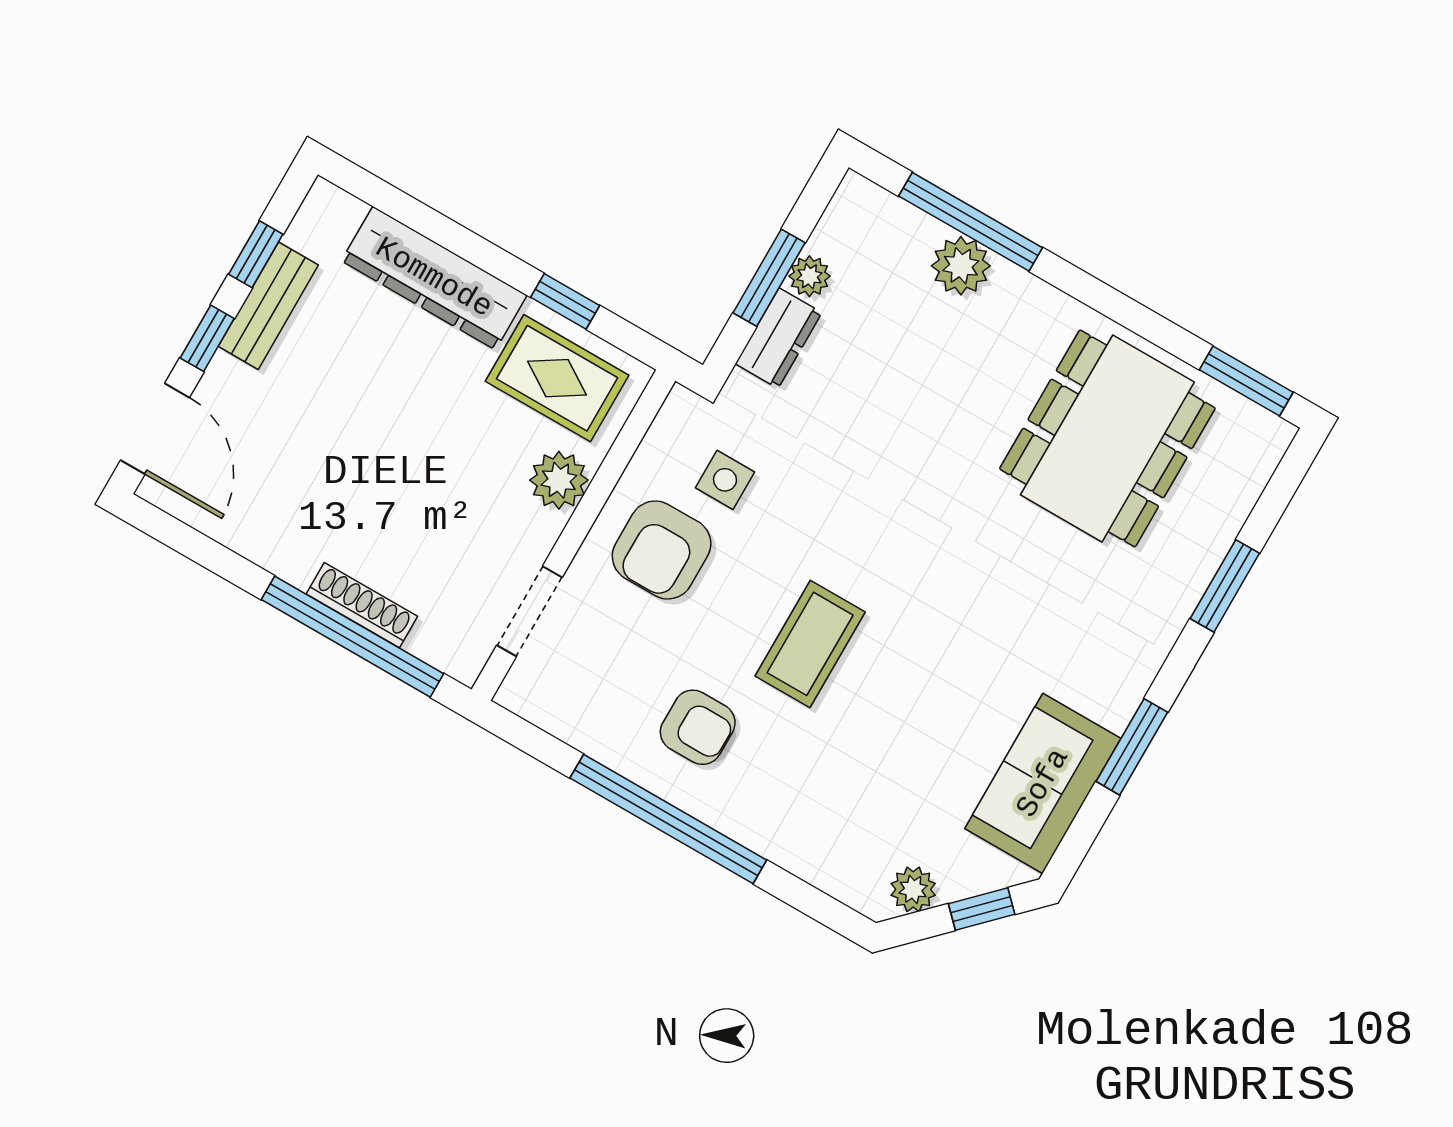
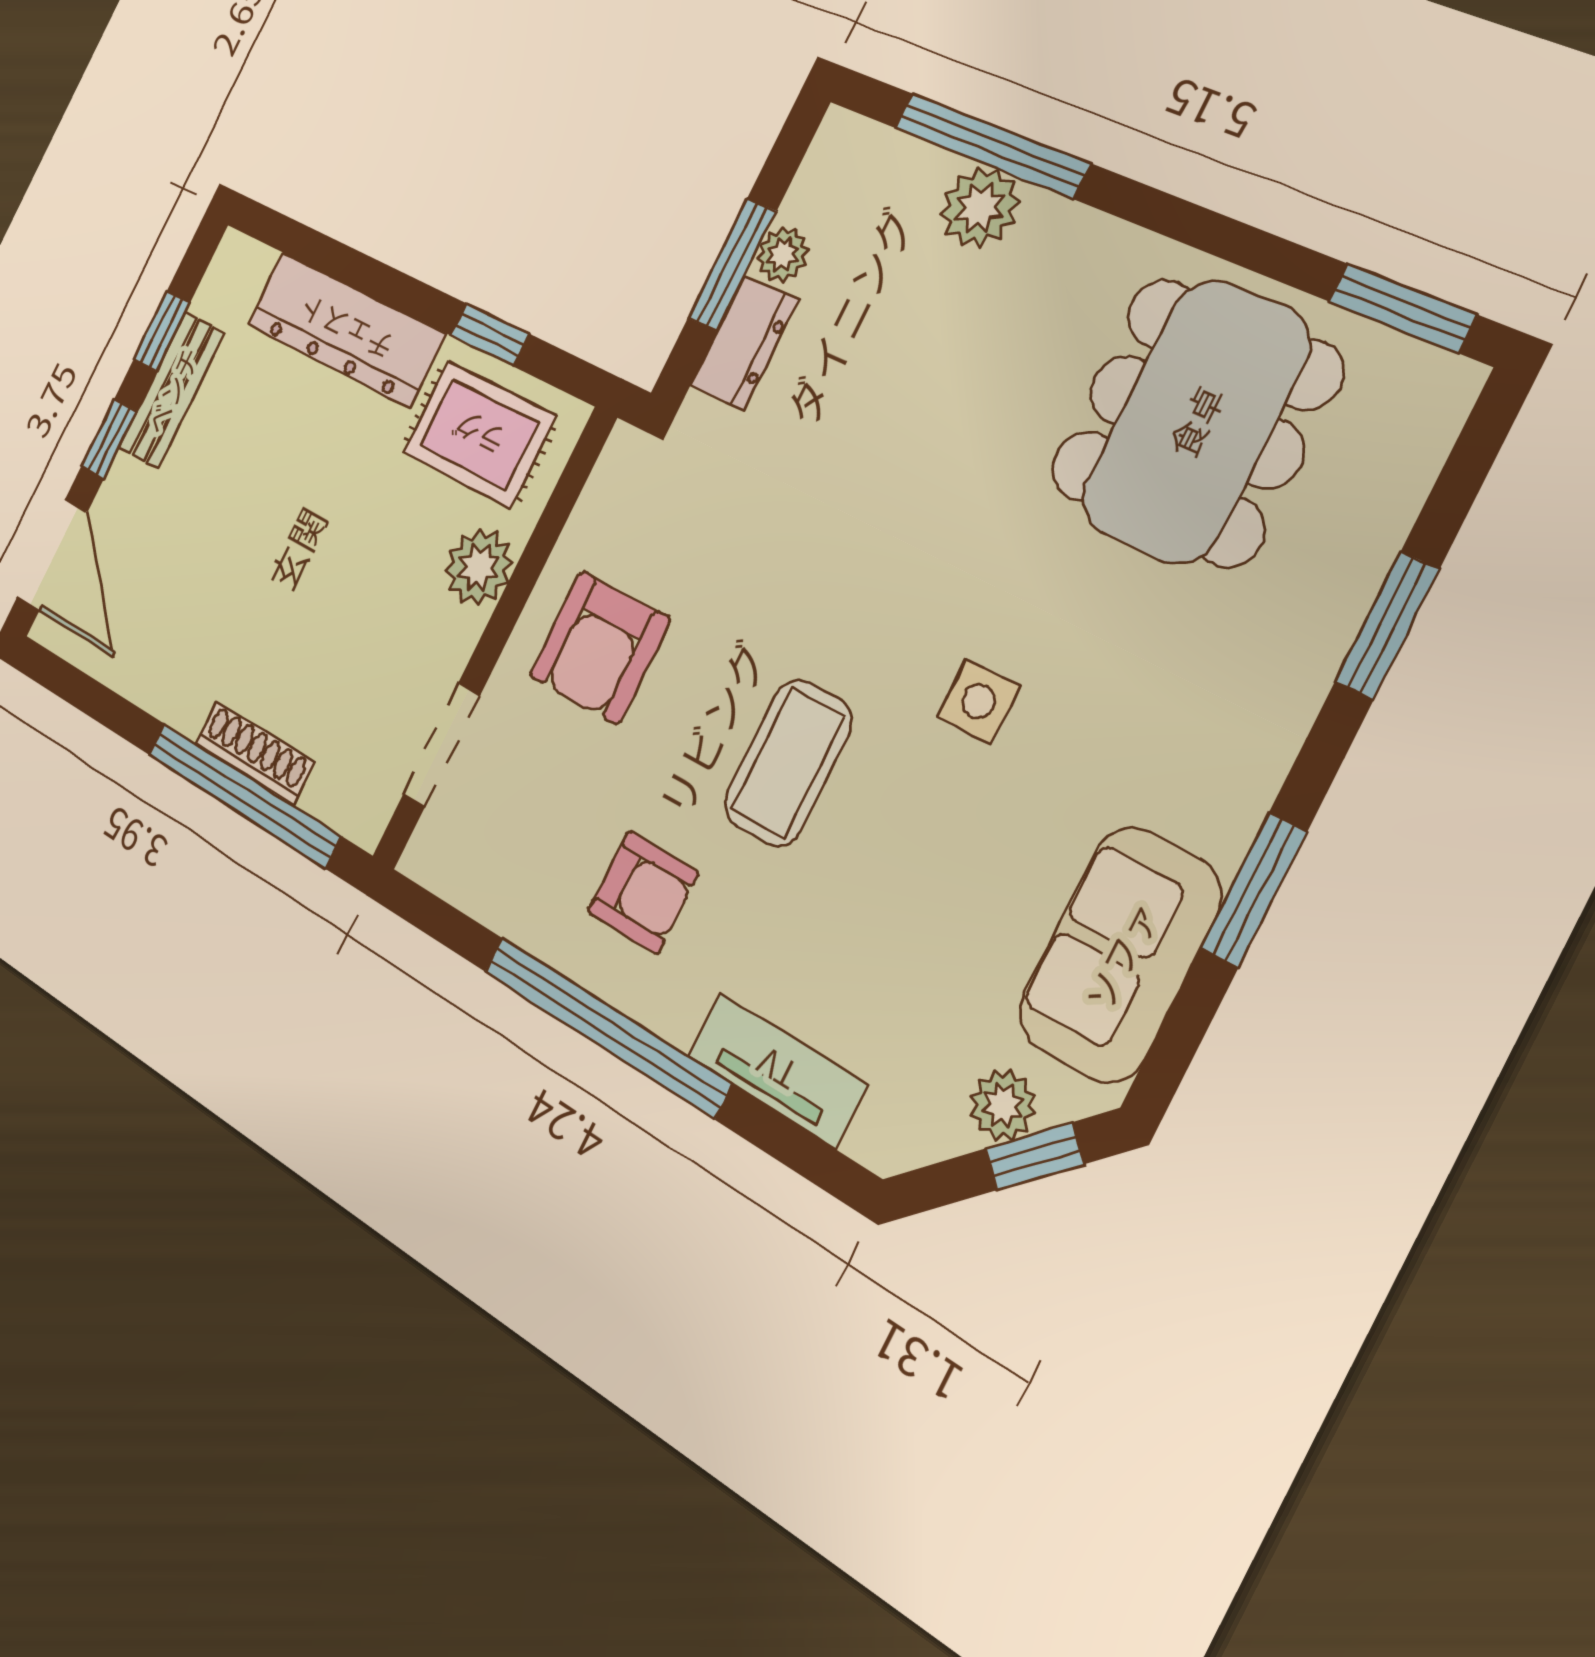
side table: (725, 480) -> (979, 701), moved
tv unit: (800, 851) -> (777, 1070), added
plant: (913, 889) -> (1003, 1105), moved

